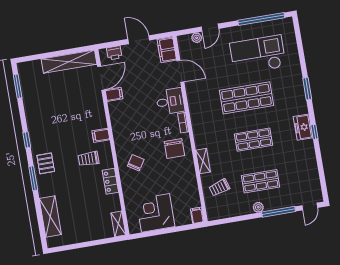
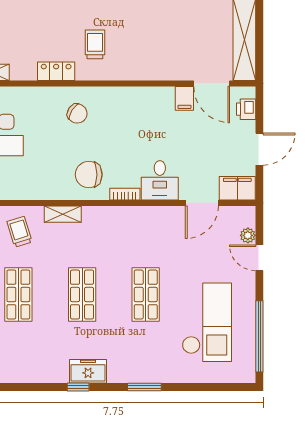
shop shelf: (246, 98) -> (146, 295), width x0.70, depth x0.74
filing cabinet: (101, 135) -> (127, 69), removed

